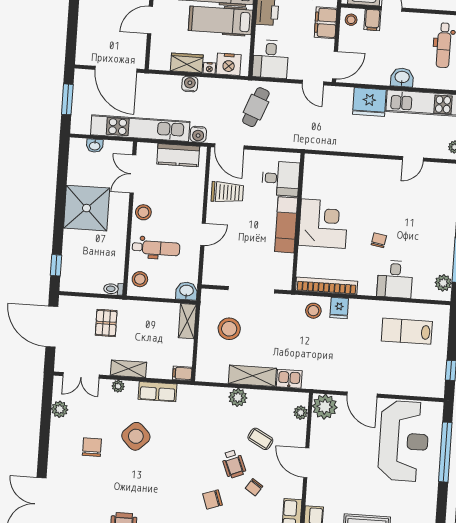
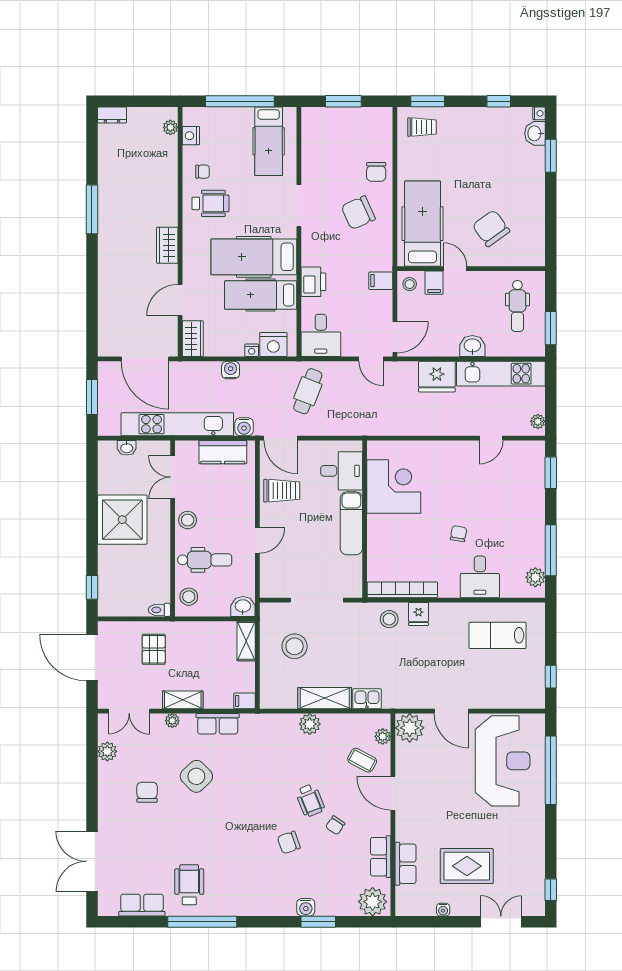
filing cabinet: (326, 23) -> (381, 281), width x0.50
wardrobe: (187, 63) -> (193, 339), moved, turned 90
corner desk: (323, 224) -> (394, 486), moved
coffee table: (260, 439) -> (362, 760), moved

